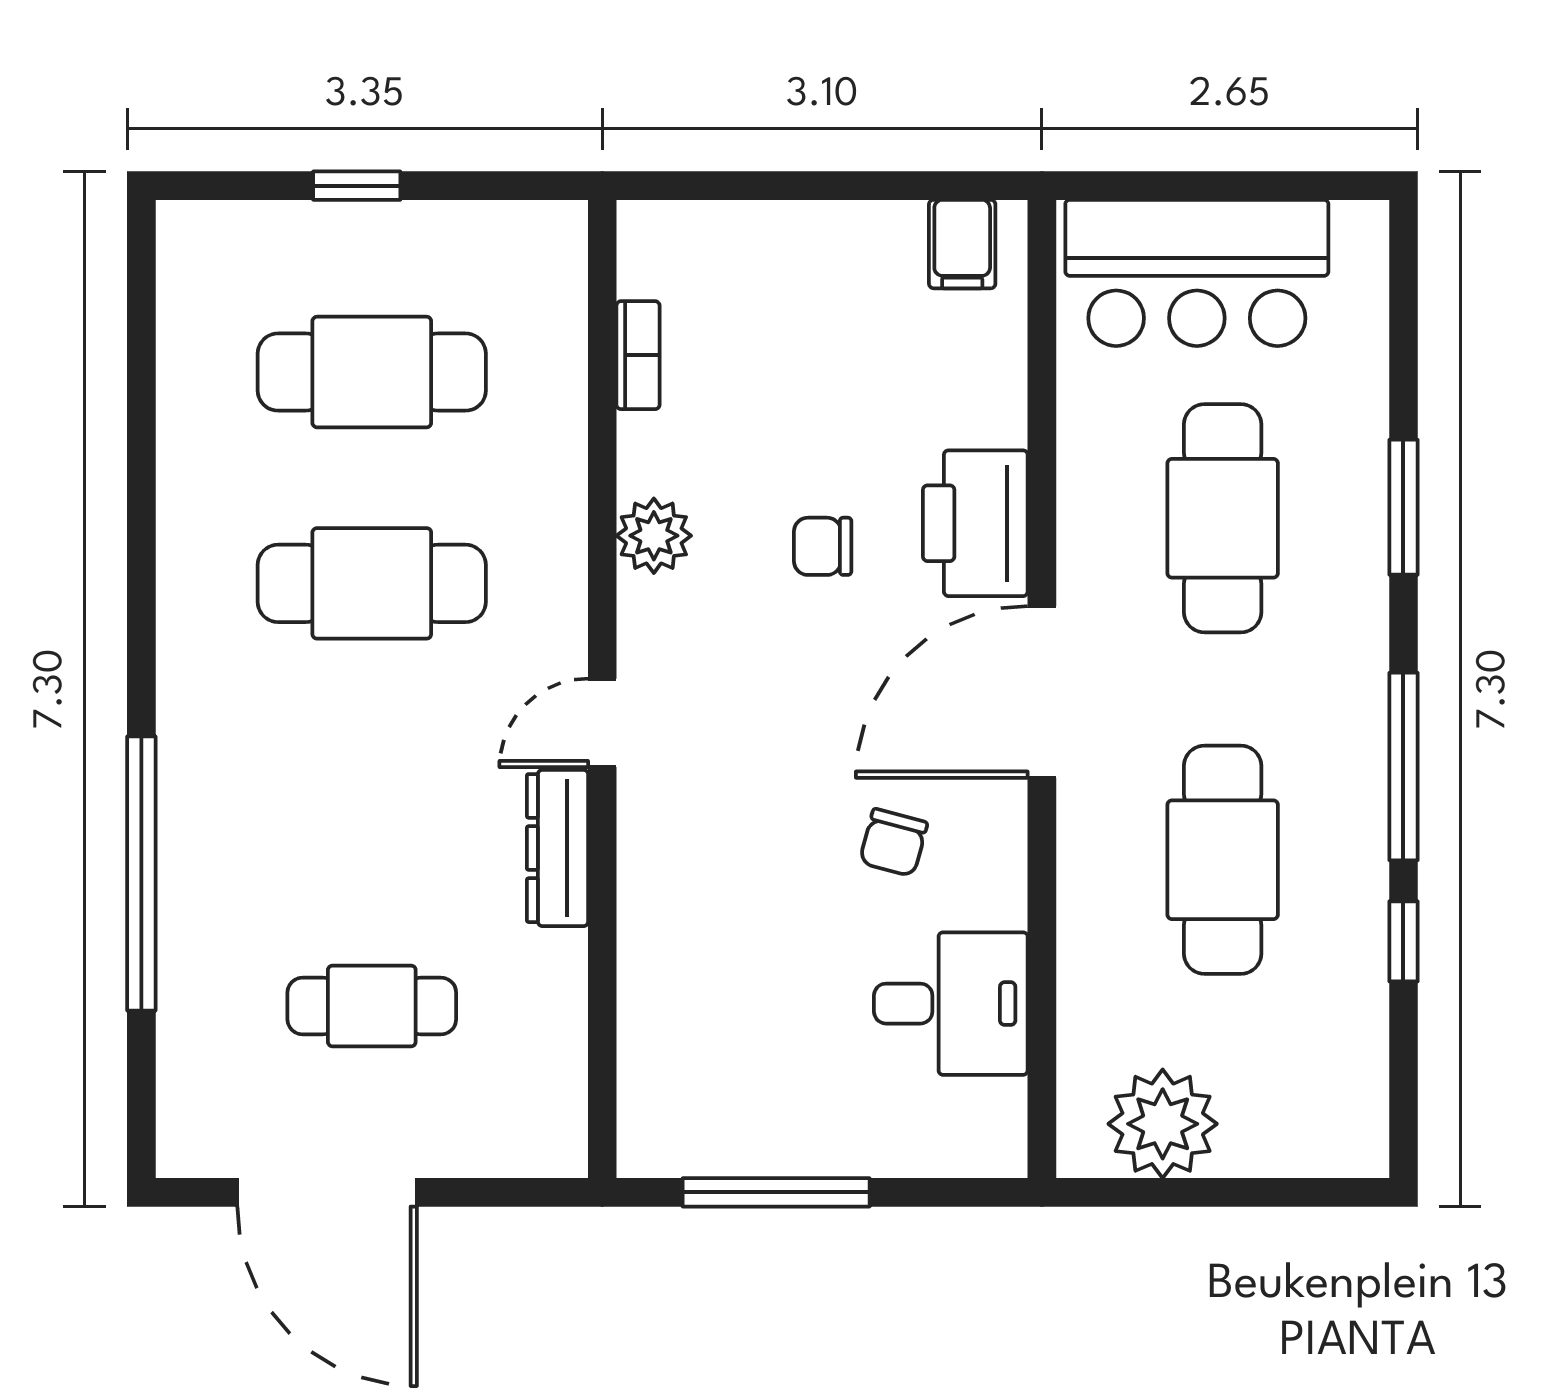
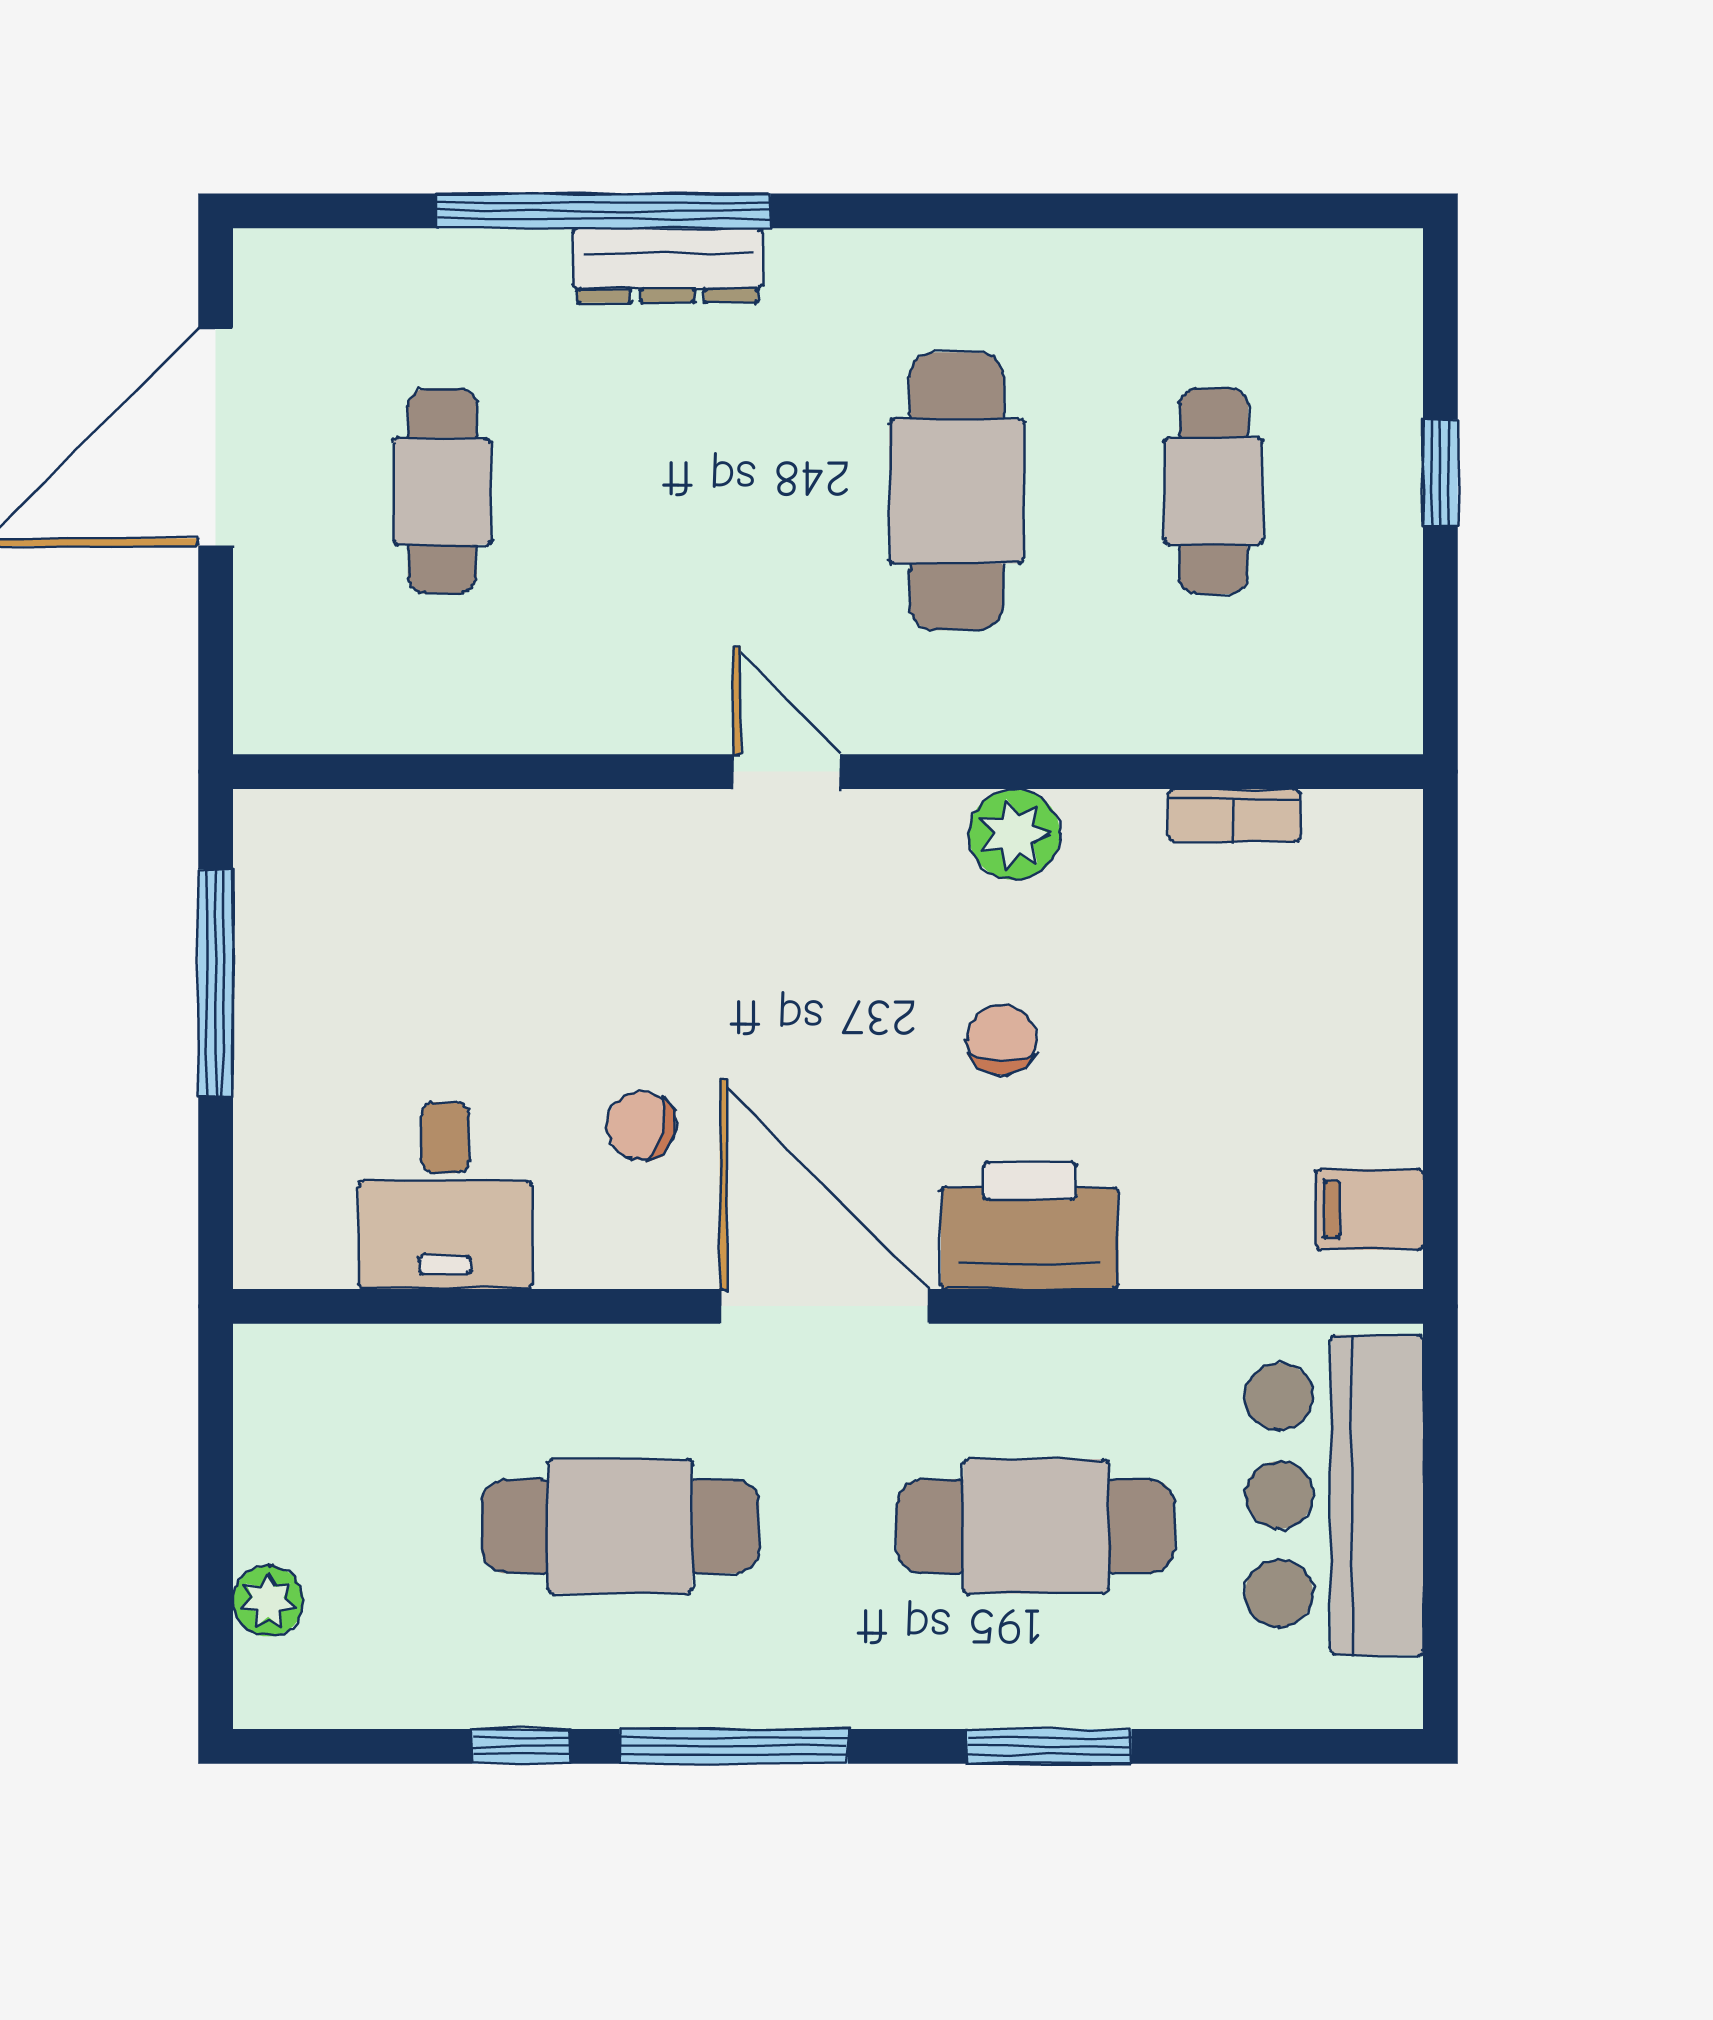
cafe table: (372, 372) -> (1214, 491), width x0.73, depth x0.74
dresser: (557, 848) -> (668, 265), moved, turned 180
plant: (1163, 1124) -> (268, 1601), moved, width x0.53, depth x0.53

